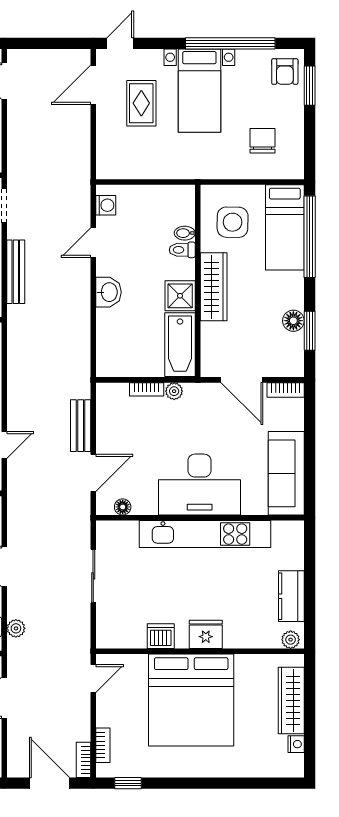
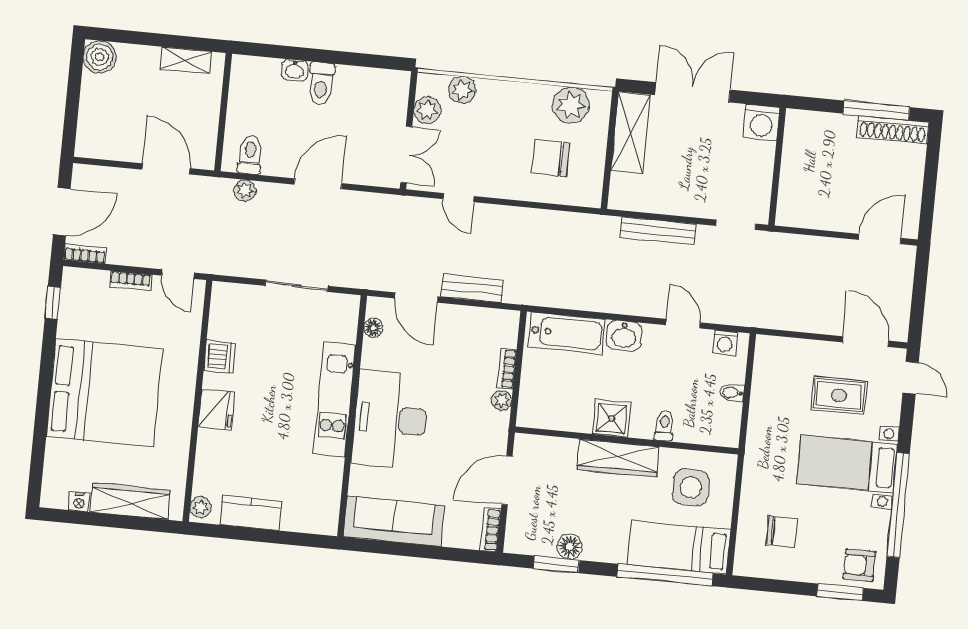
bidet: (185, 233) -> (732, 393), moved, turned -90
bathtub: (180, 345) -> (567, 333), moved, turned 180
kitchen unit: (205, 534) -> (335, 400), width x0.73
bed: (191, 700) -> (104, 393), moved, turned 180
bookcase: (103, 745) -> (130, 281), moved

